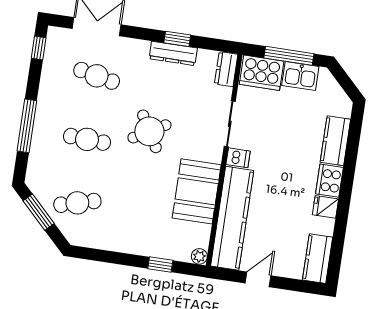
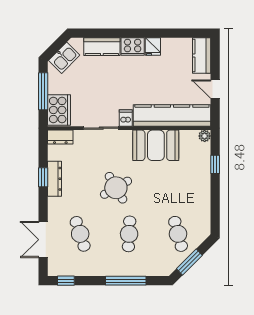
cafe table: (97, 76) -> (80, 234), turned -30
kitchen sink: (300, 76) -> (64, 58), moved, turned 45
kitchen counter: (318, 259) -> (202, 56), moved, turned 90

